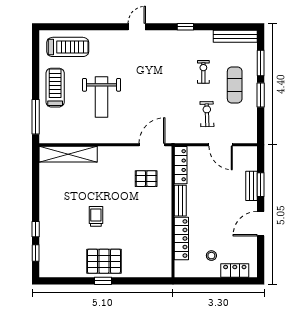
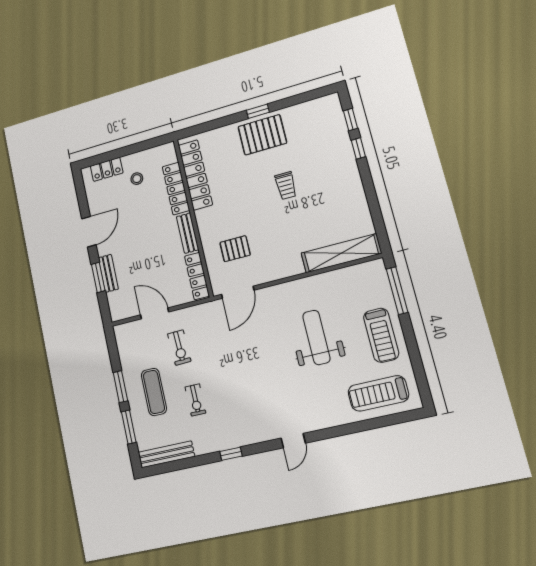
locker: (164, 245) -> (195, 175), added

